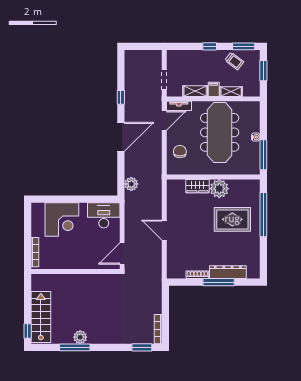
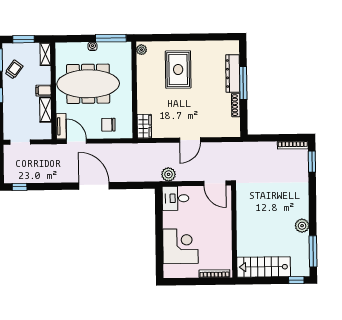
doorway: (164, 80) -> (20, 142), moved
shelving: (231, 92) -> (45, 54), moved
window: (121, 97) -> (20, 187), moved
plant: (131, 184) -> (169, 174), moved
wardrobe: (197, 186) -> (144, 126), moved
plant: (219, 189) -> (142, 50), moved, width x0.53, depth x0.53
desk: (104, 215) -> (176, 198), width x0.73
window: (263, 215) -> (173, 37), removed
stairs: (41, 317) -> (264, 267), moved
window: (75, 347) -> (313, 251), moved

